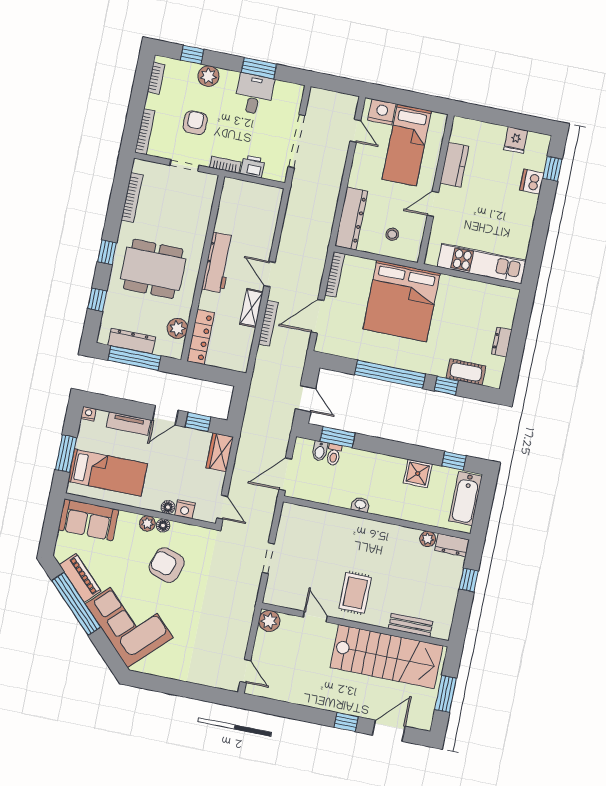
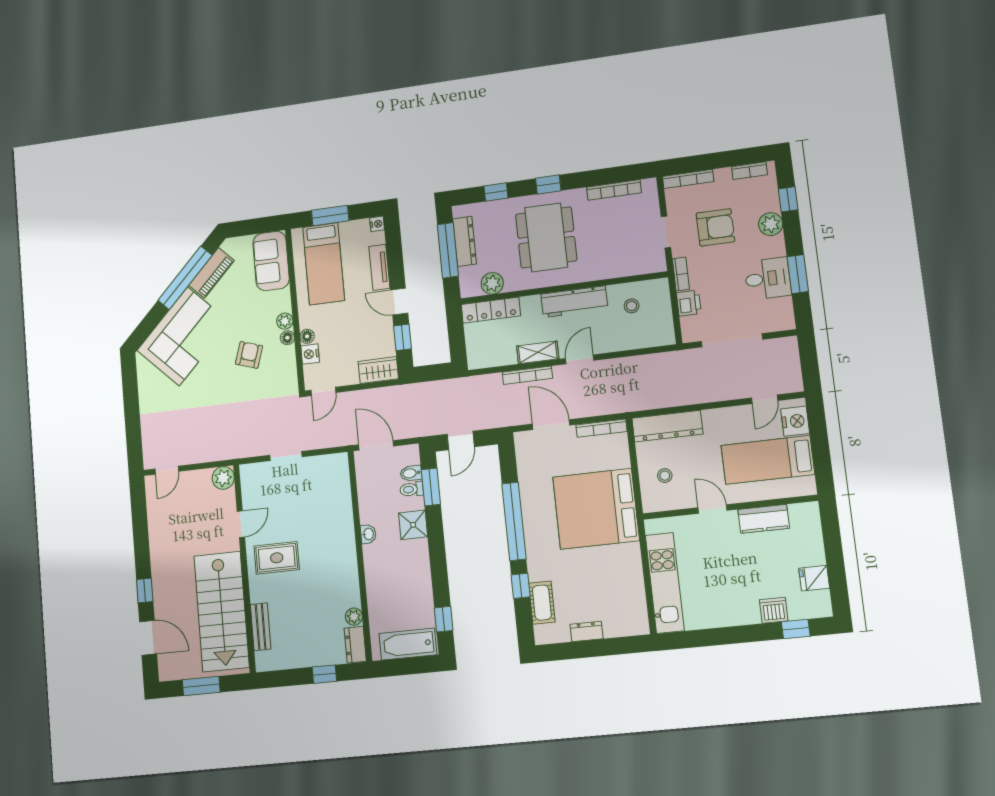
armchair: (195, 123) -> (715, 227), width x1.38, depth x1.38
stool: (238, 215) -> (632, 306), added
shower: (418, 474) -> (413, 525), moved
armchair: (167, 565) -> (249, 355), width x0.72, depth x0.72

